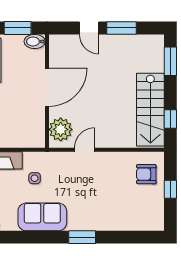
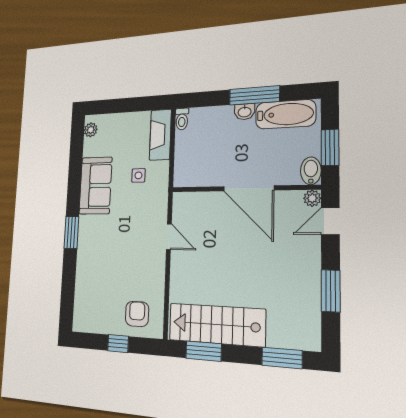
door: (89, 28) -> (330, 221), moved
window: (170, 119) -> (204, 351), width x1.50
plant: (61, 129) -> (312, 198), moved, width x0.53, depth x0.53

